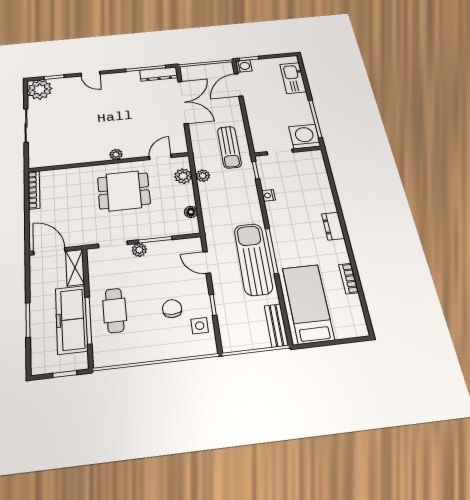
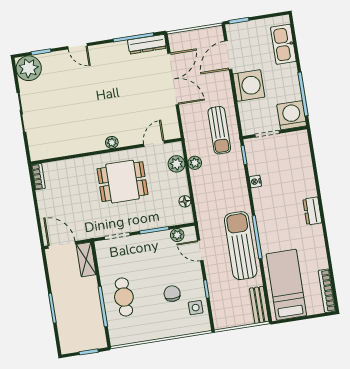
washing machine: (244, 66) -> (249, 86), moved, width x1.89, depth x1.89
bookcase: (34, 190) -> (38, 177), width x0.64
plant: (139, 250) -> (177, 235), moved
bookcase: (349, 279) -> (327, 291), moved, width x1.56
freezer: (71, 319) -> (89, 306), removed

